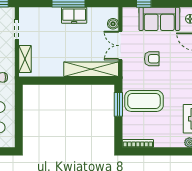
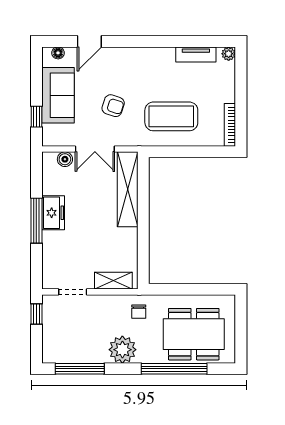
armchair: (152, 59) -> (113, 106), turned 108
coffee table: (144, 101) -> (171, 116), turned 90
window: (118, 104) -> (176, 152), removed

